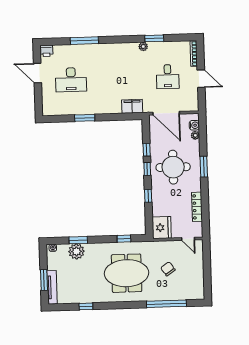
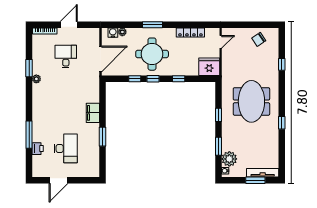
printer: (46, 51) -> (38, 149), moved
desk: (168, 77) -> (66, 56), turned -90
filing cabinet: (132, 106) -> (93, 113), moved
window: (124, 239) -> (219, 115), moved
plant: (76, 251) -> (229, 159), moved
chair: (168, 269) -> (259, 39), moved
window: (166, 304) -> (282, 64), width x0.32
window: (86, 306) -> (282, 123), moved

